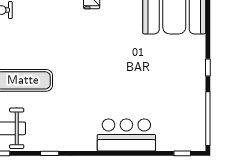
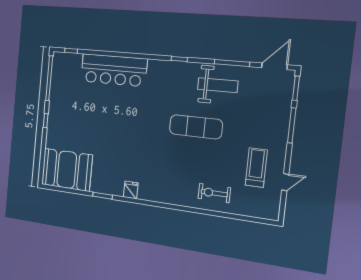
bar counter: (126, 135) -> (114, 70), width x1.36

